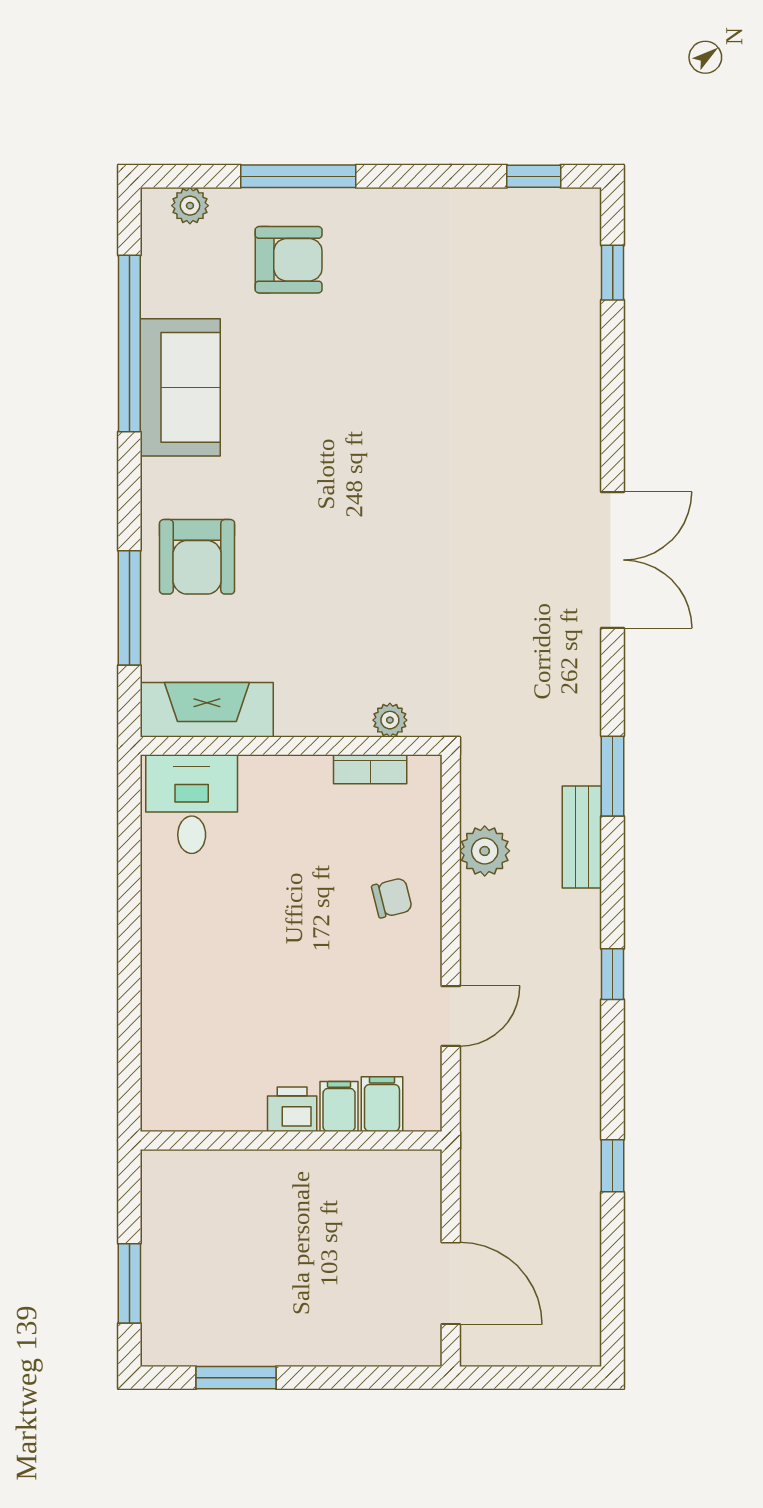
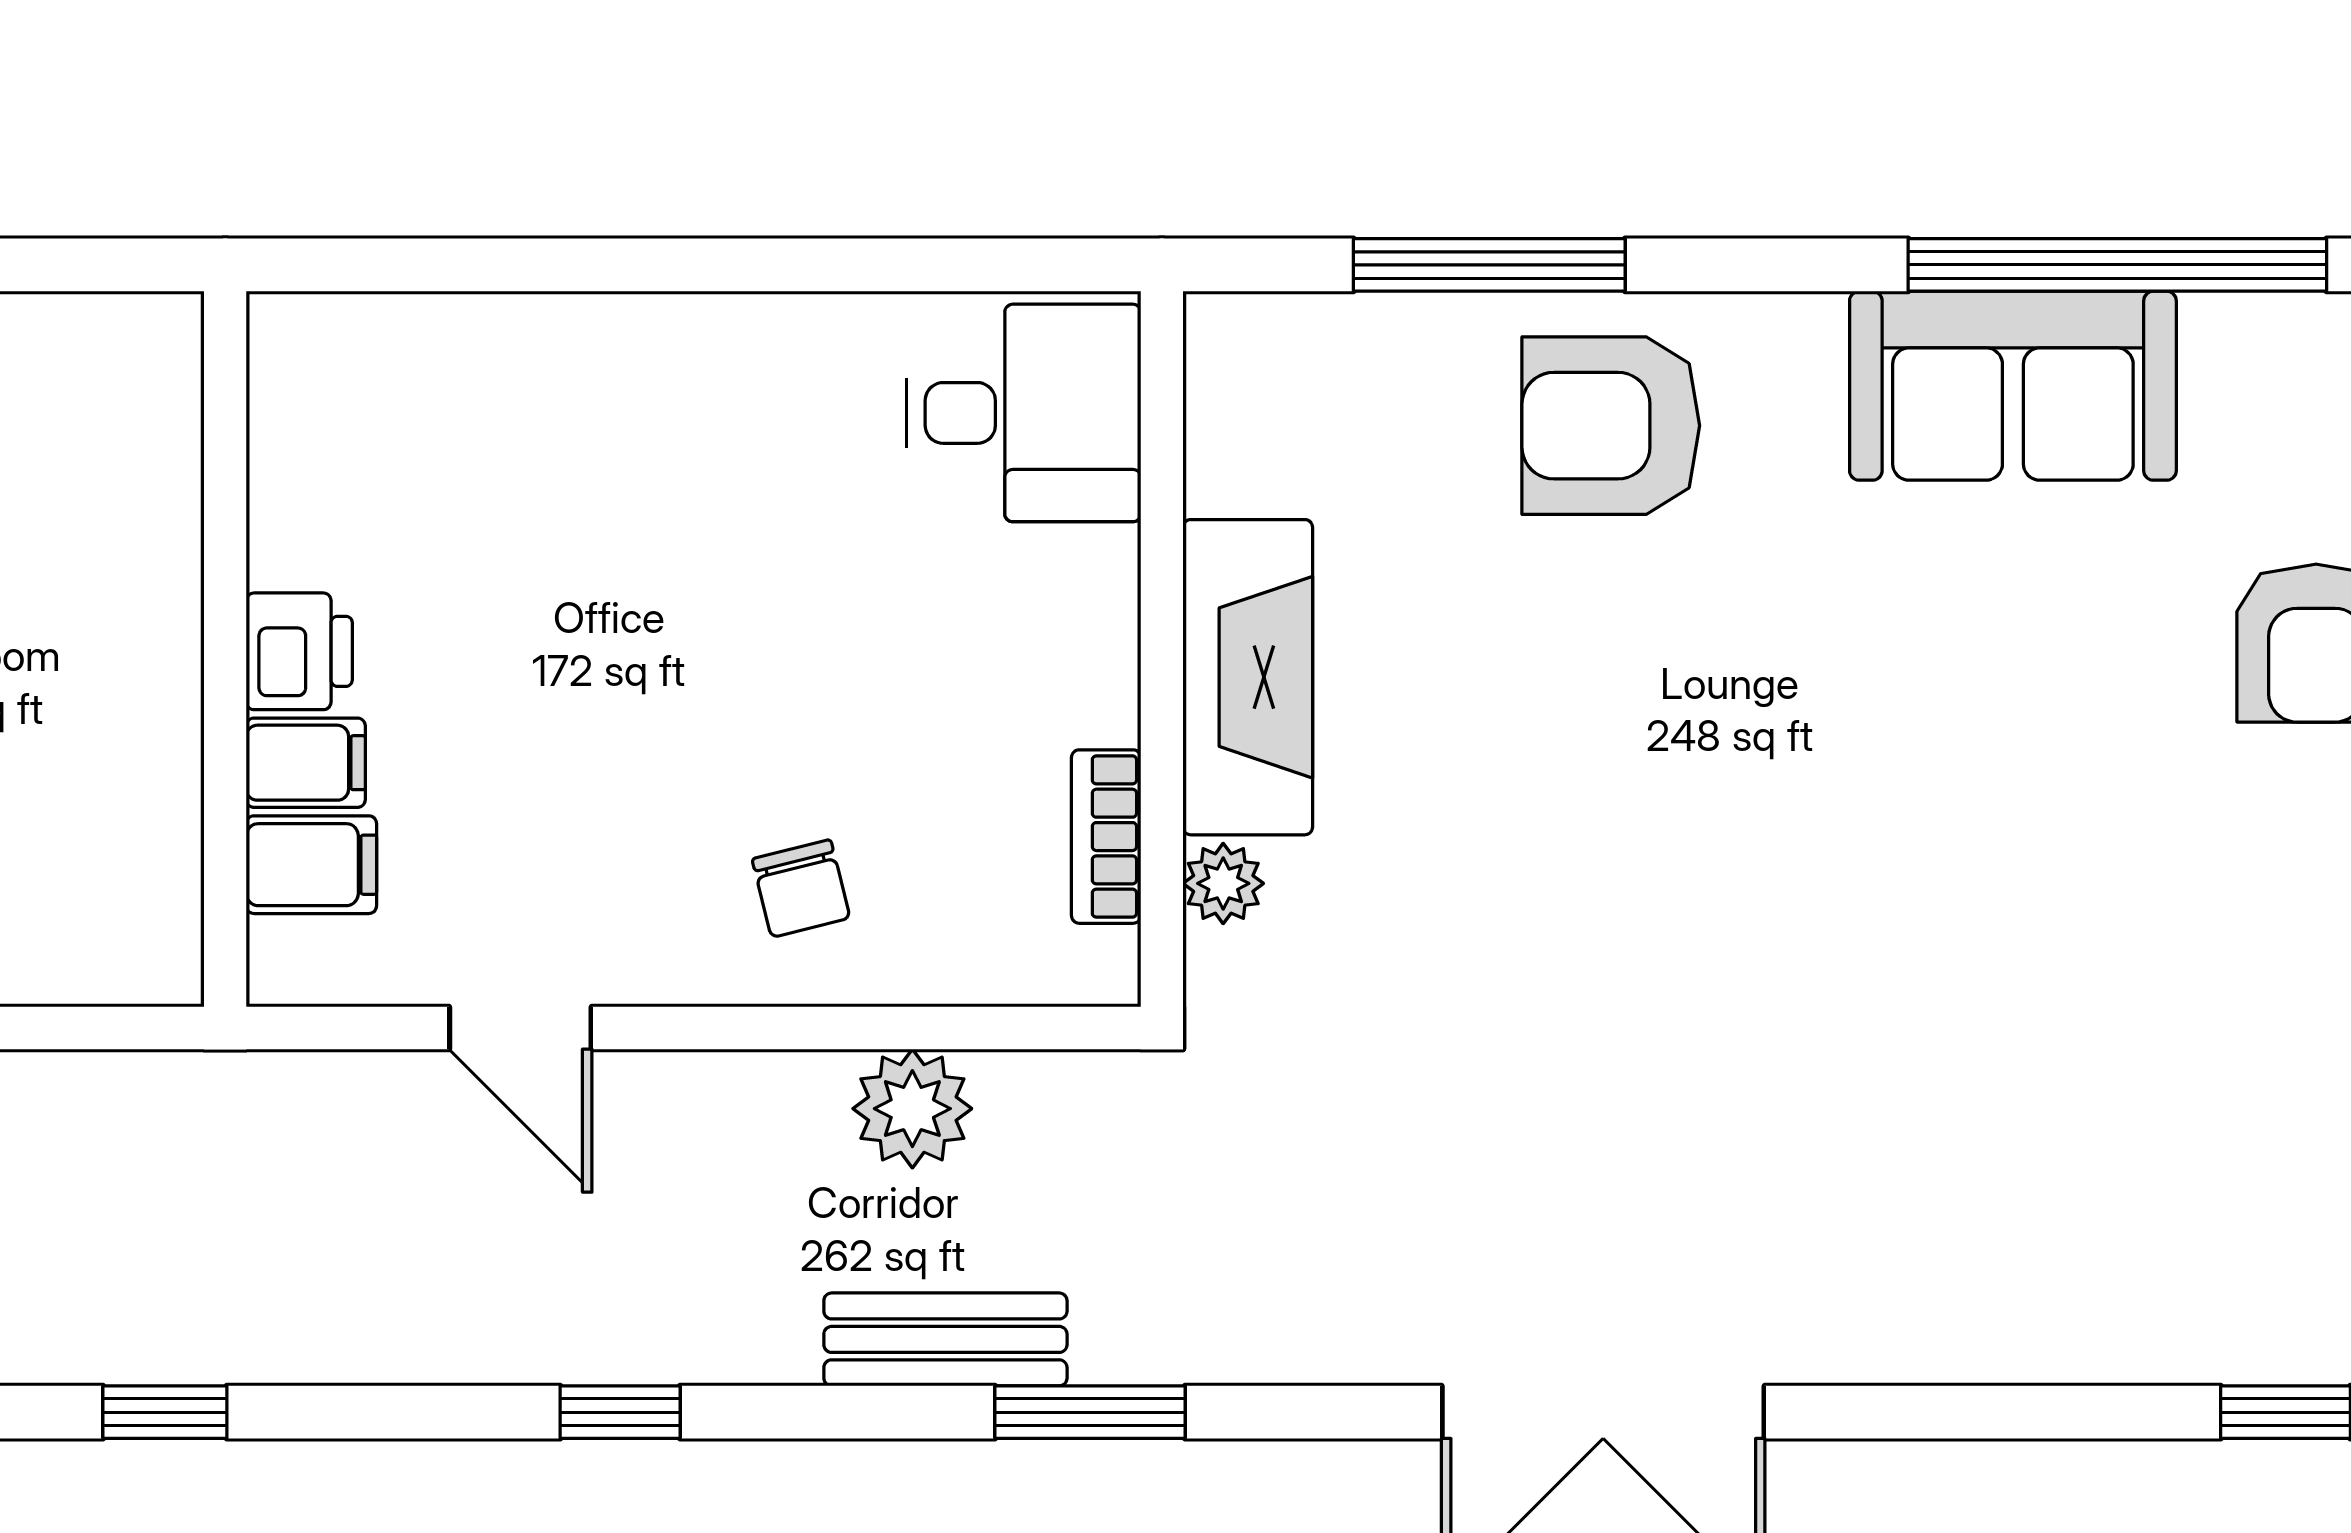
fireplace: (207, 710) -> (1248, 677), moved

